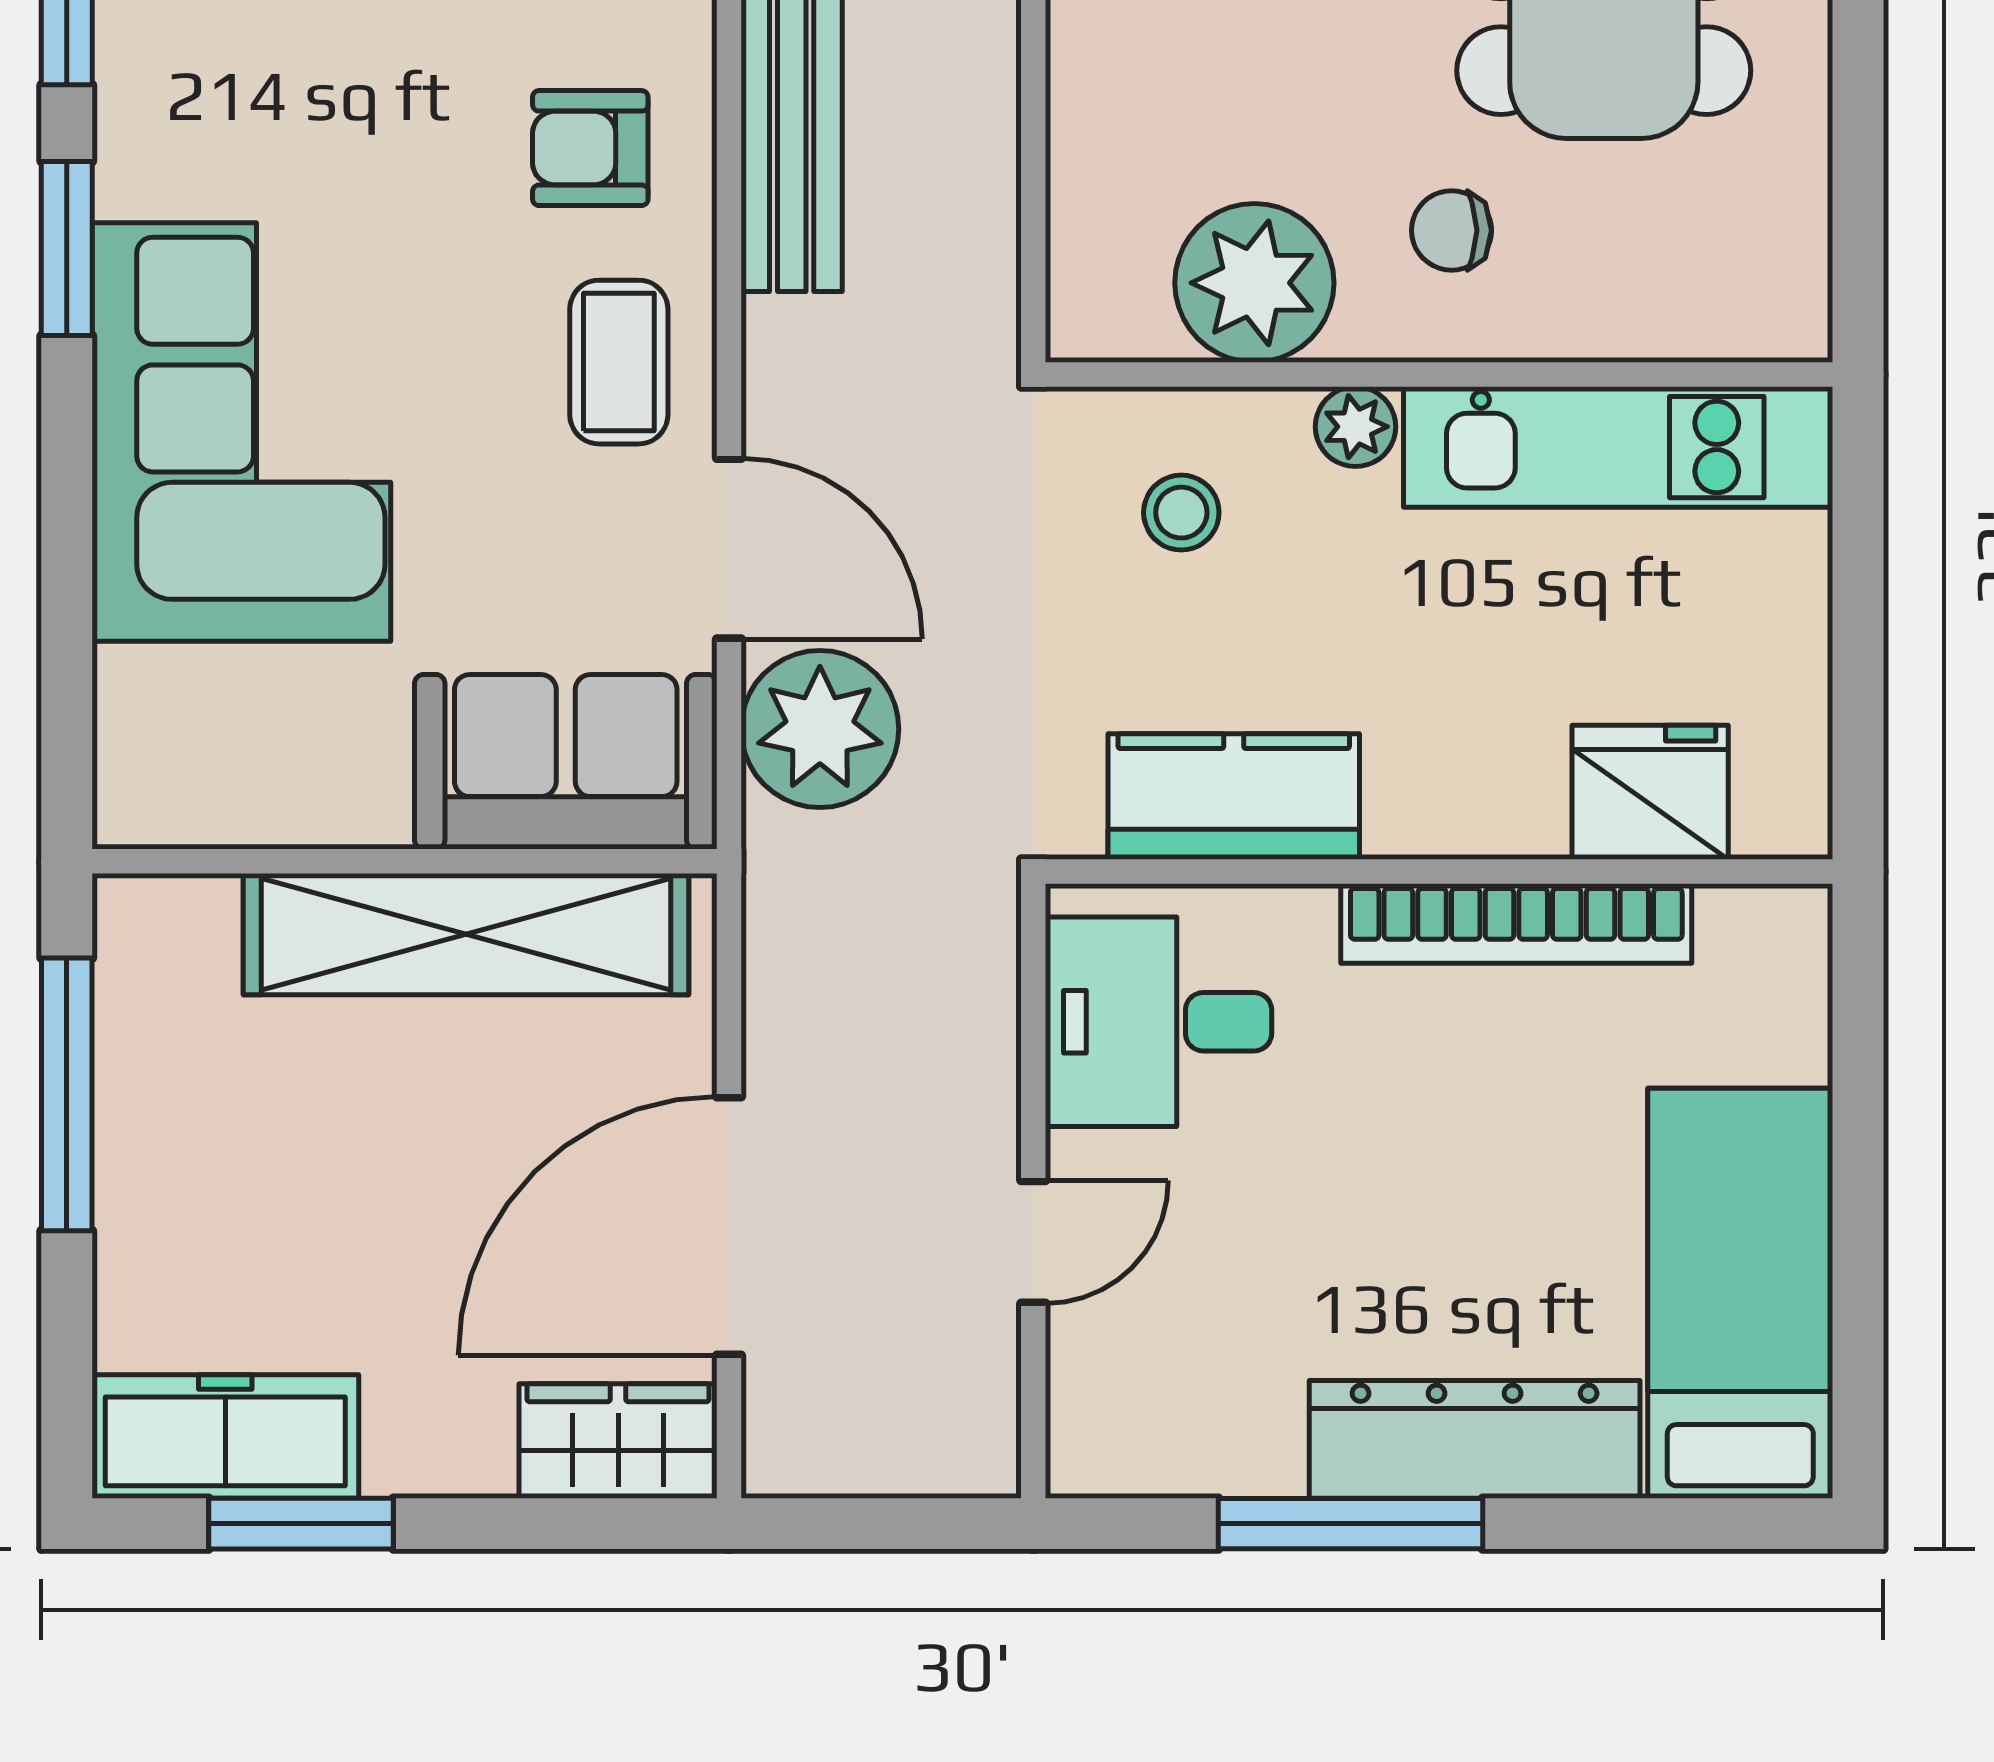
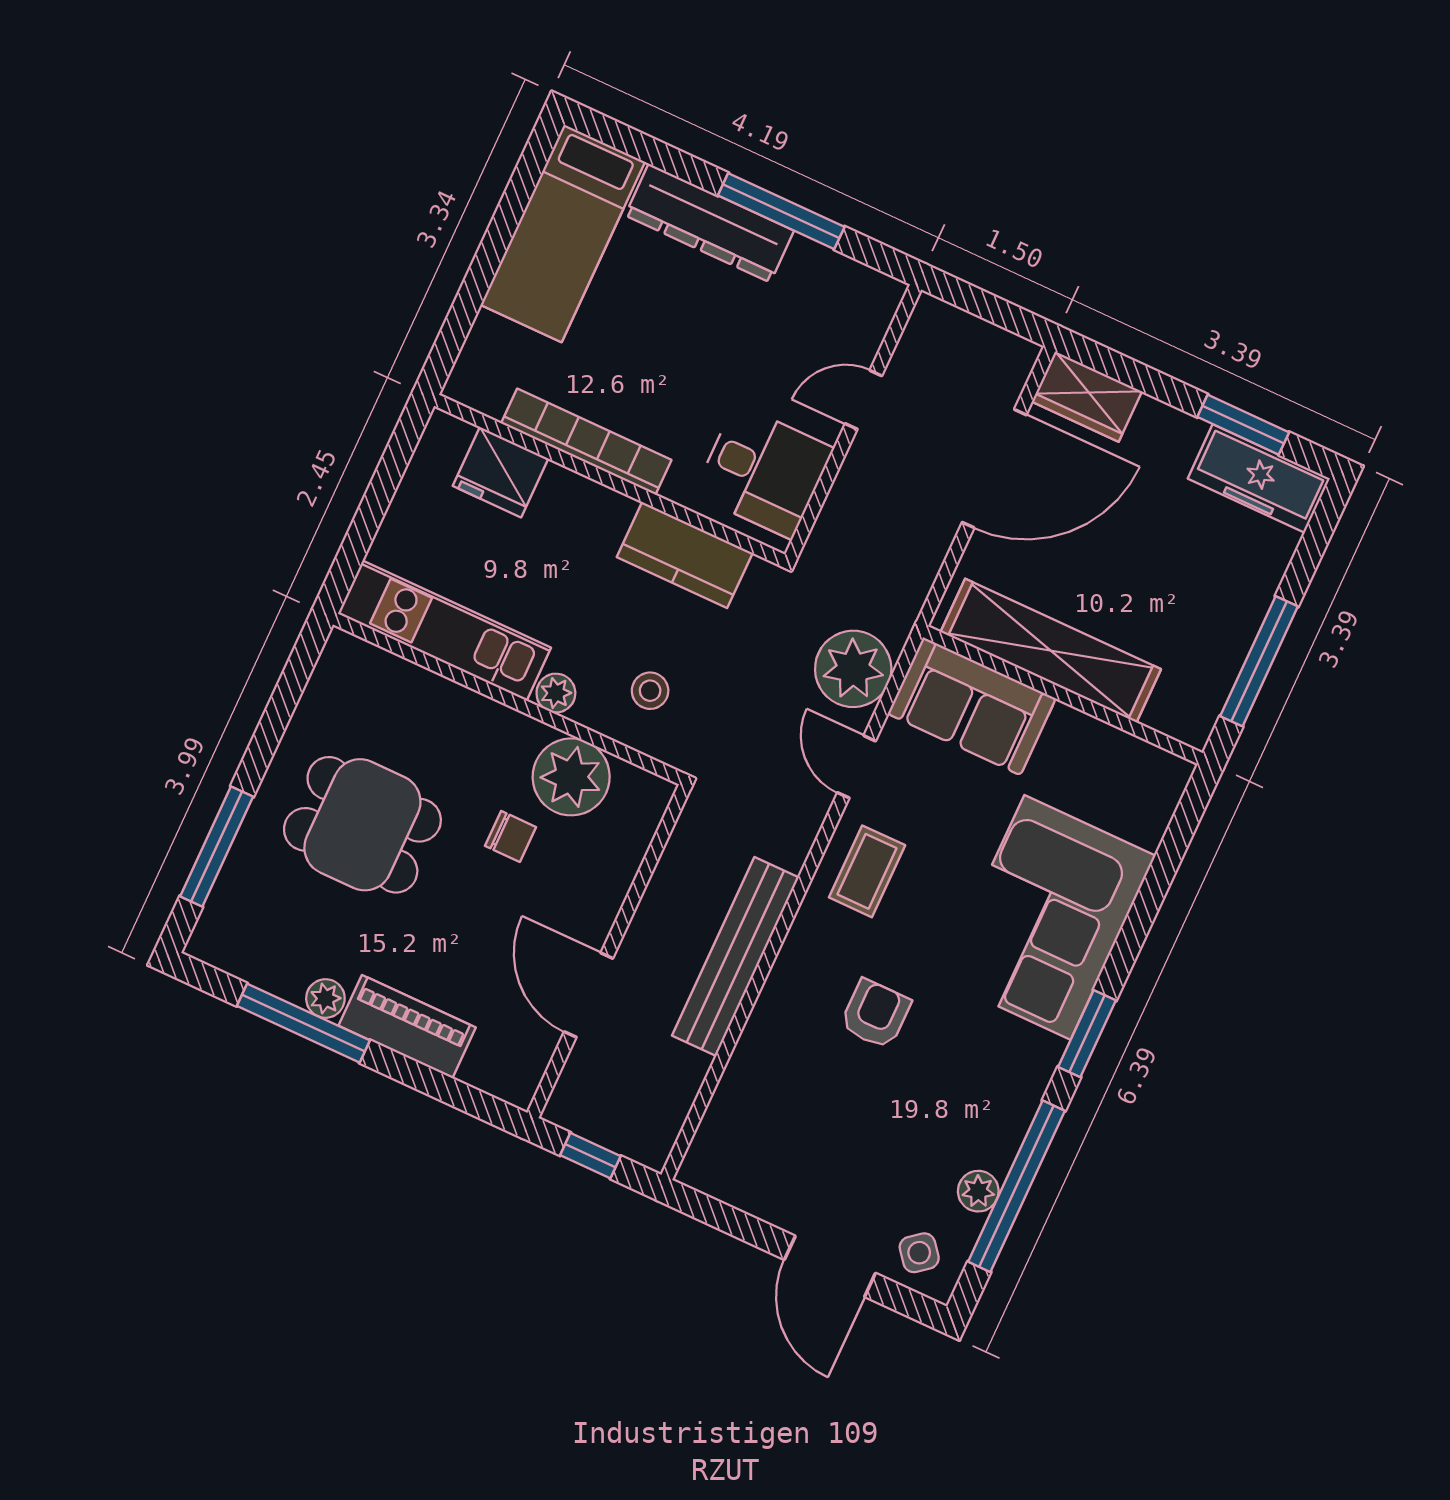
armchair: (590, 148) -> (875, 1014), moved, turned -90
chair: (1452, 230) -> (511, 836), moved
door: (729, 549) -> (856, 767), width x0.73

